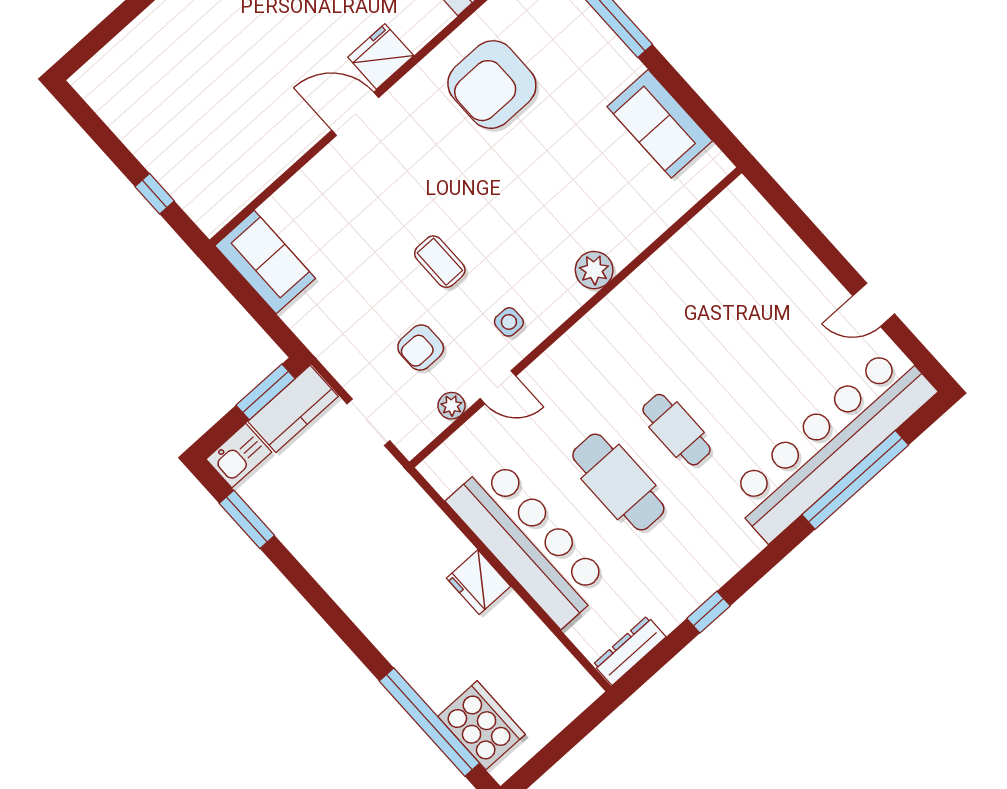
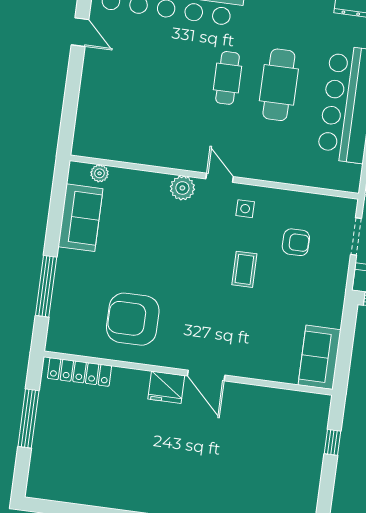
armchair: (492, 85) -> (133, 319), turned 180
door: (498, 387) -> (220, 178), moved
plant: (452, 406) -> (100, 173), moved

